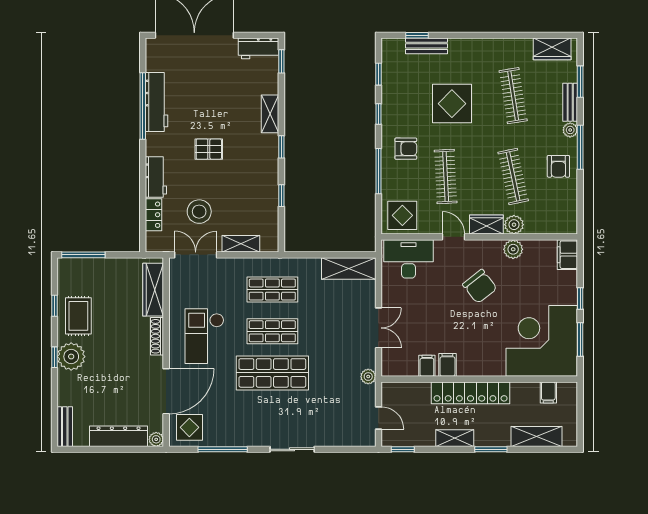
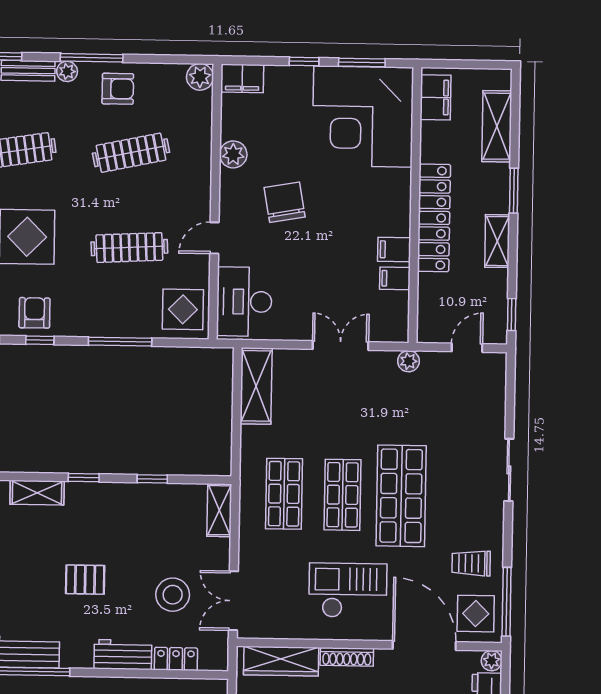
pallet: (209, 149) -> (85, 580), turned 90
armchair: (406, 149) -> (34, 313), moved
wardrobe: (486, 224) -> (198, 192), removed
plant: (514, 225) -> (200, 77), moved
shelving: (241, 244) -> (219, 510), moved
chair: (480, 286) -> (285, 202), turned -62
checkout: (204, 336) -> (348, 590), turned 180
filing cabinet: (548, 392) -> (435, 97), width x2.00
trolley: (225, 424) -> (471, 563), added
window: (223, 449) -> (507, 602), moved

